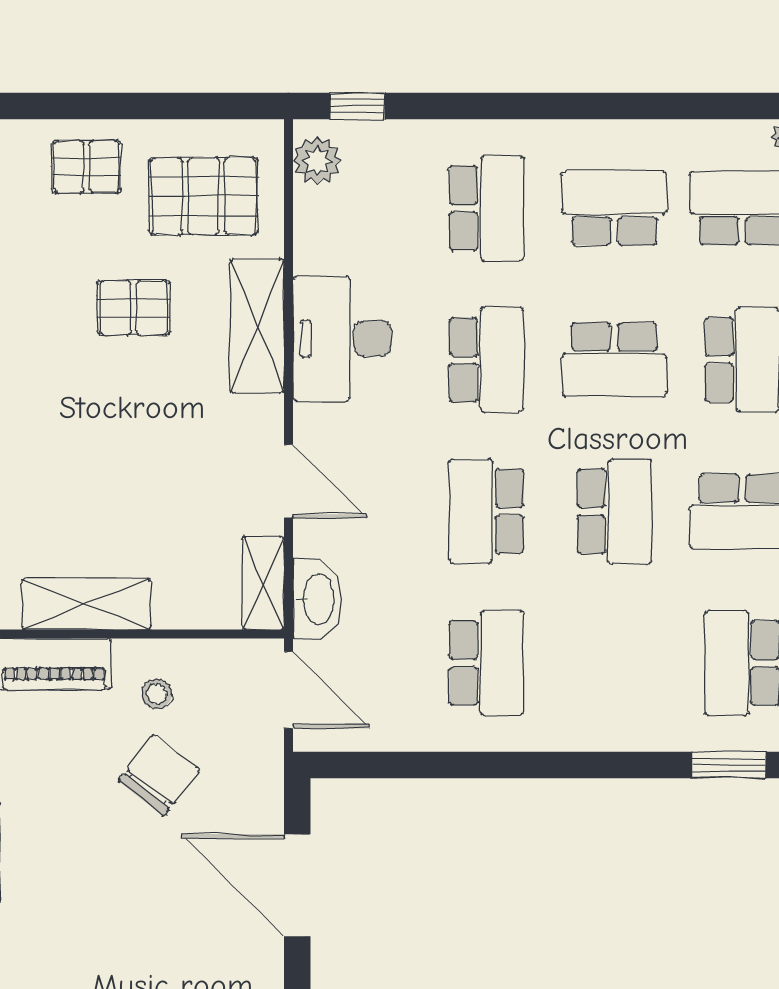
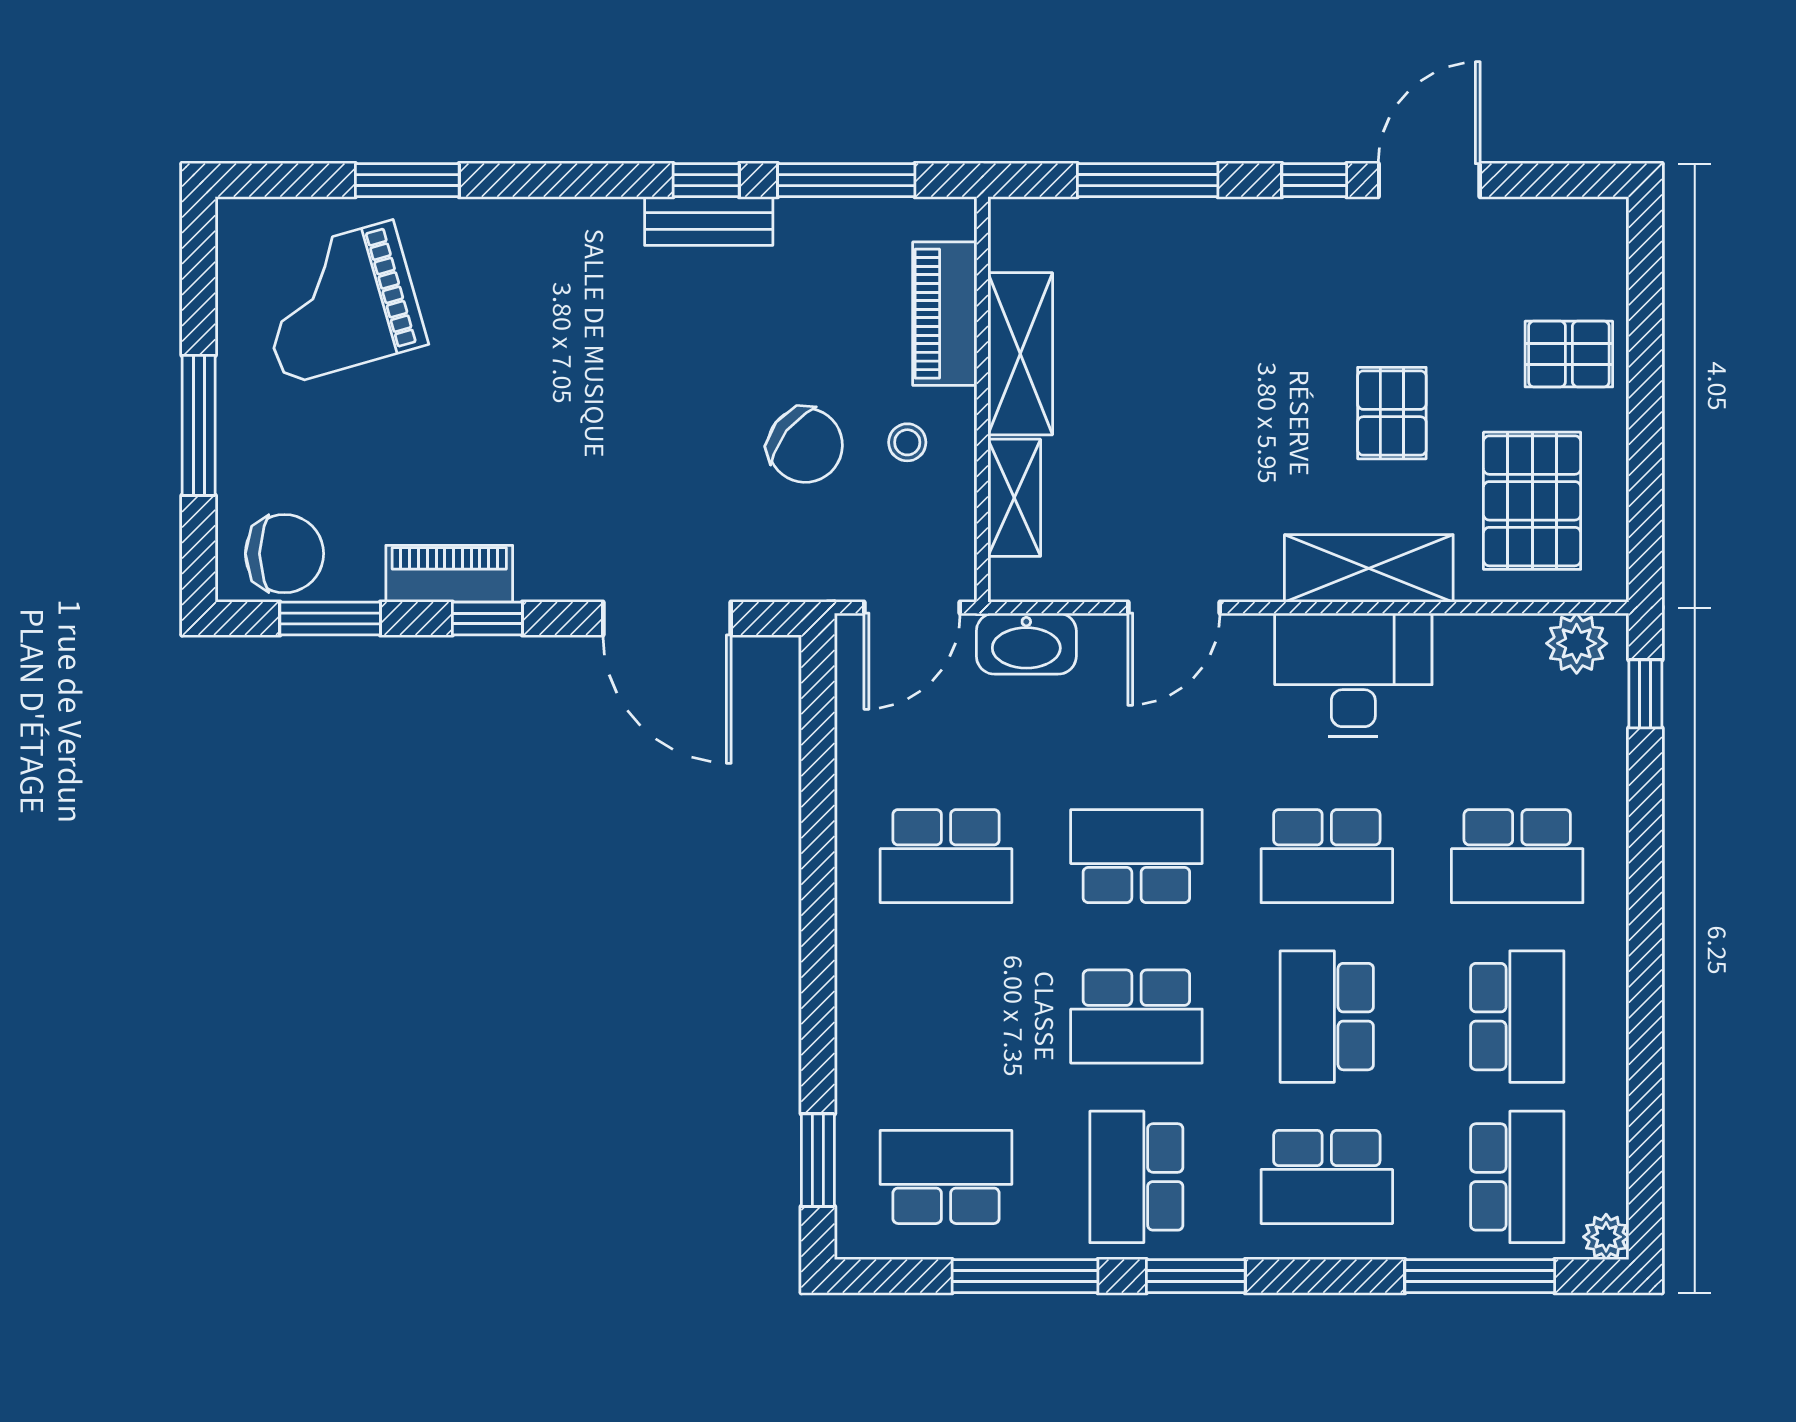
pallet: (87, 167) -> (1569, 354), turned 90
shelving: (263, 583) -> (1014, 498), moved, turned 90
door: (297, 885) -> (667, 618), swing flipped

